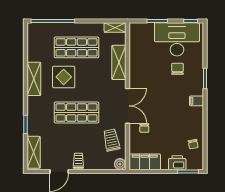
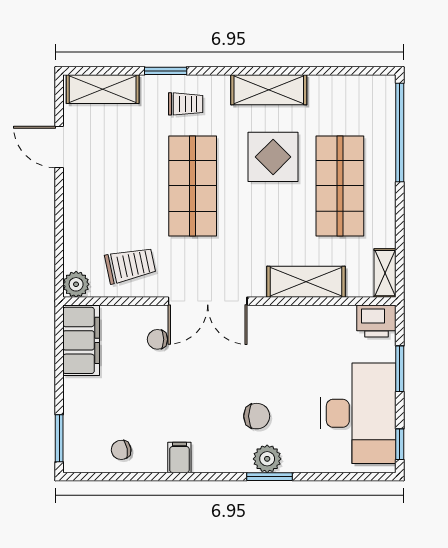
chair: (178, 69) -> (257, 416), moved
plant: (197, 80) -> (267, 459), added
filing cabinet: (197, 101) -> (179, 457), moved
trolley: (78, 161) -> (186, 104), moved
printer: (177, 163) -> (376, 321), moved, turned 90

